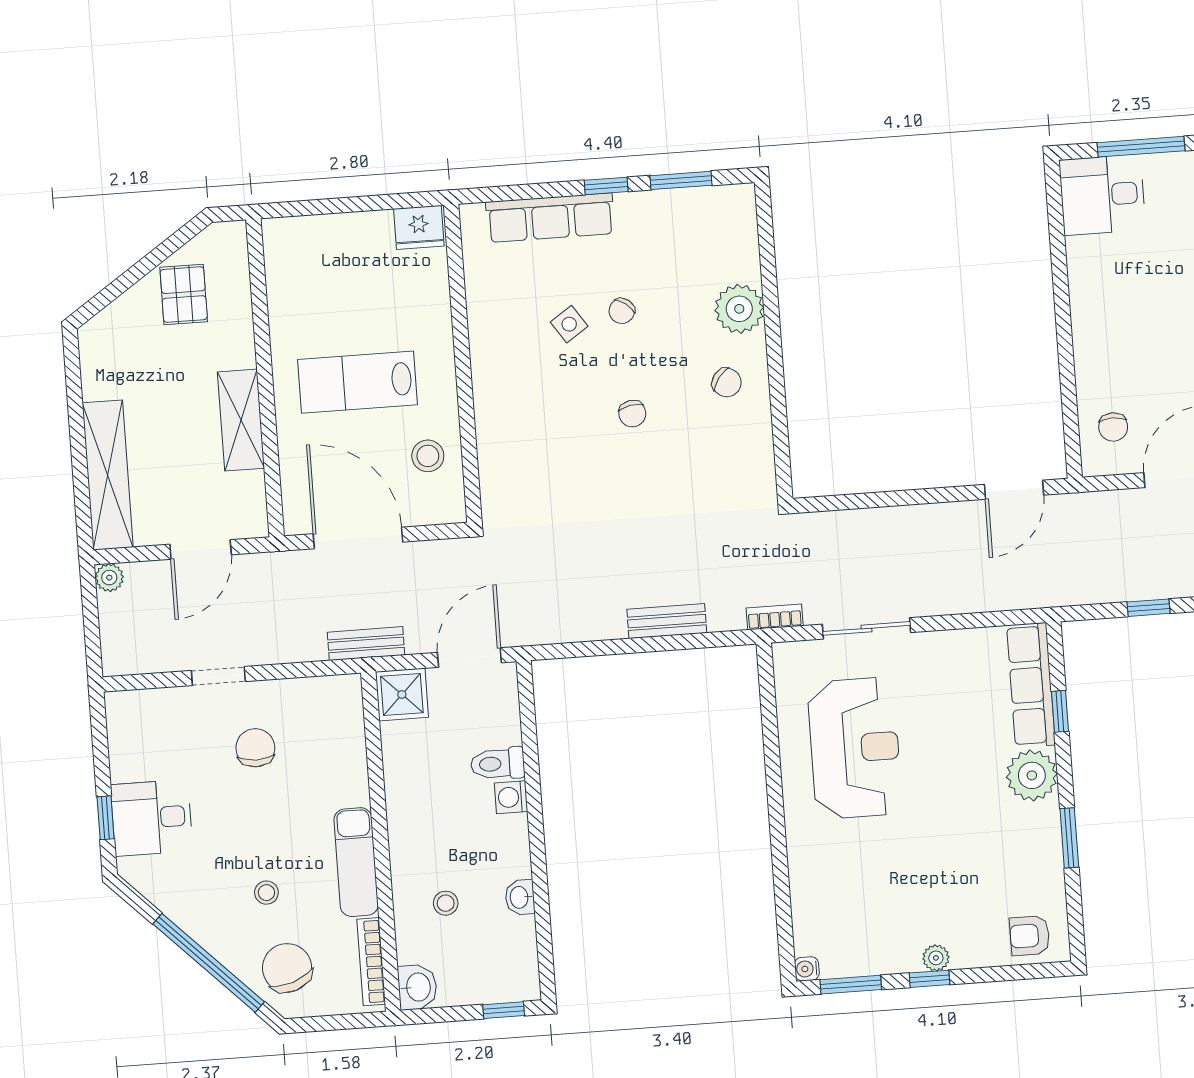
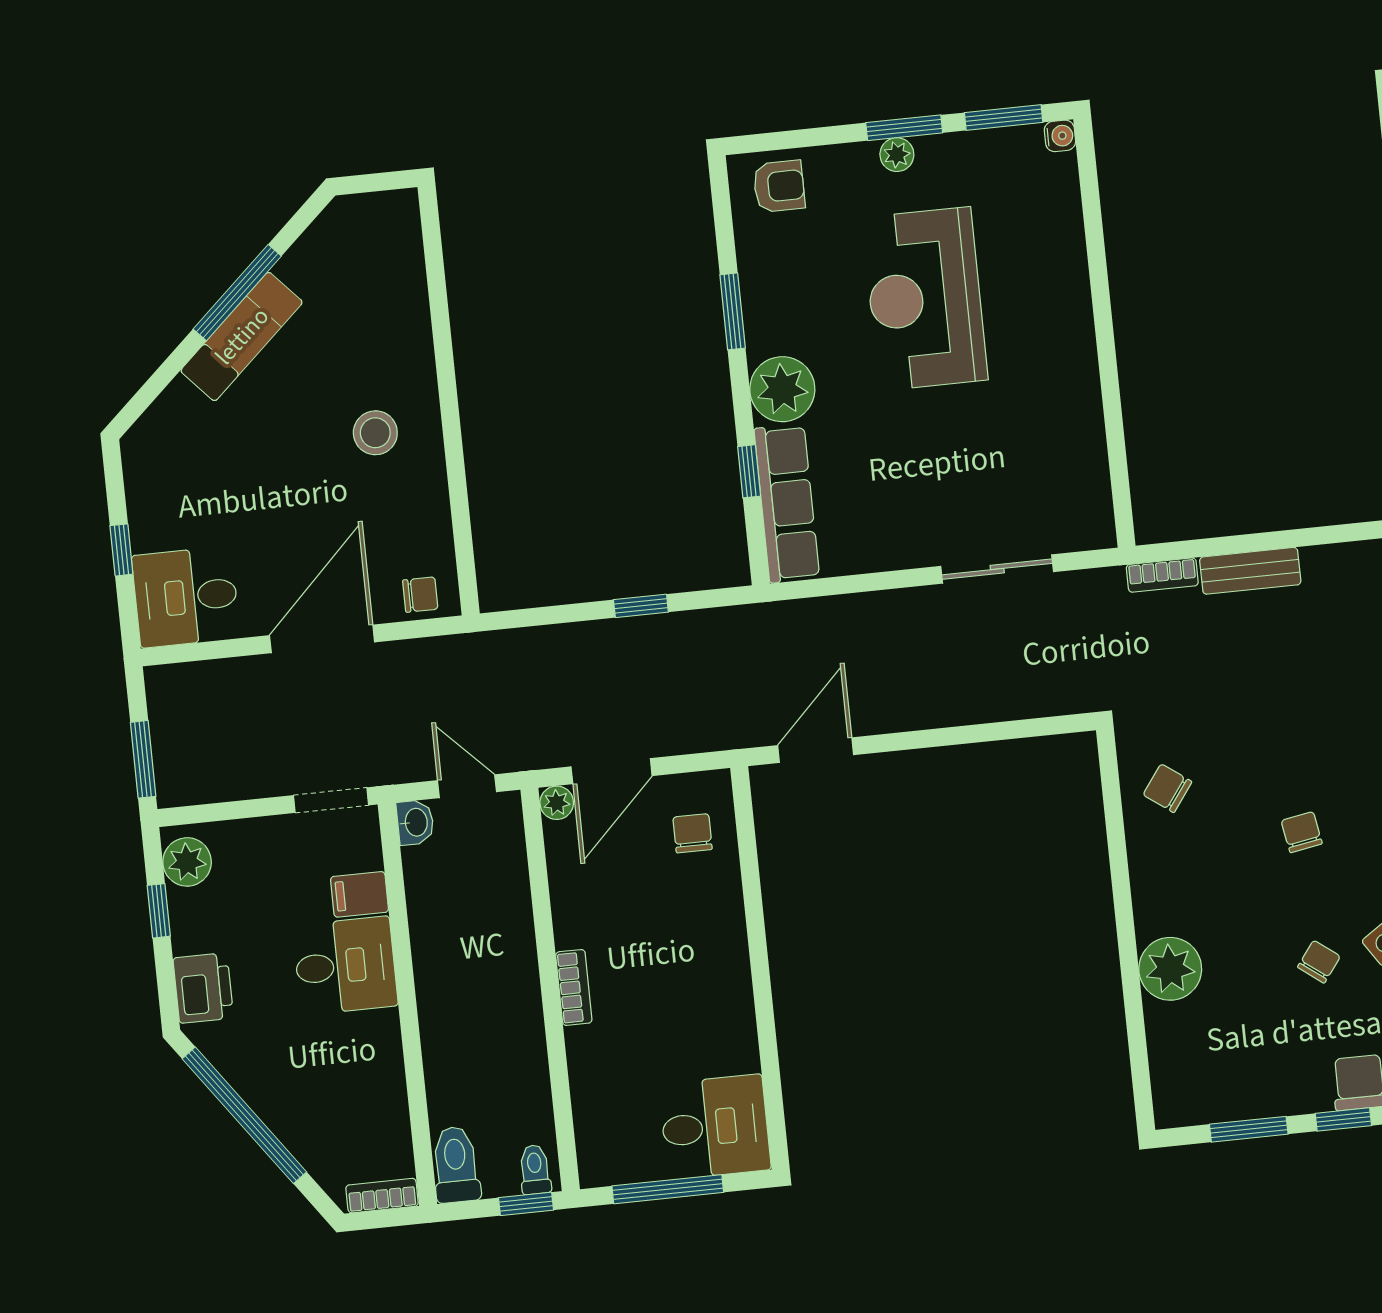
chair: (727, 382) -> (1167, 788), moved
bookcase: (775, 617) -> (1162, 575), moved
reception desk: (855, 748) -> (925, 299), moved
window: (930, 979) -> (904, 128), width x1.50

